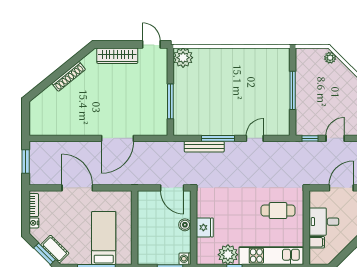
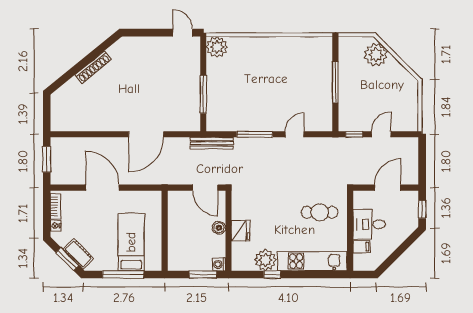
wardrobe: (117, 56) -> (146, 45), removed
plant: (330, 58) -> (376, 55), width x1.87, depth x1.87
bench: (204, 147) -> (212, 143), moved

